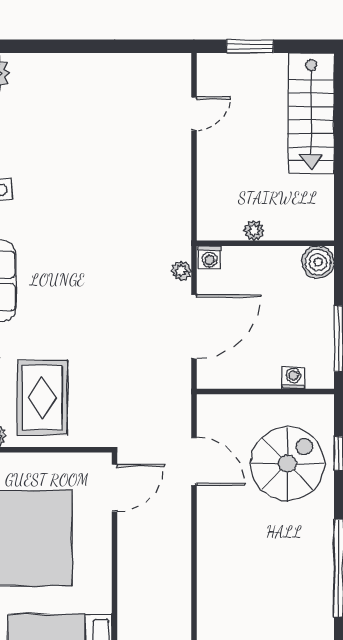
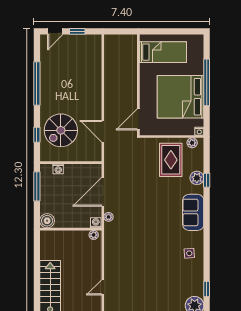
plant: (254, 230) -> (94, 235), moved

